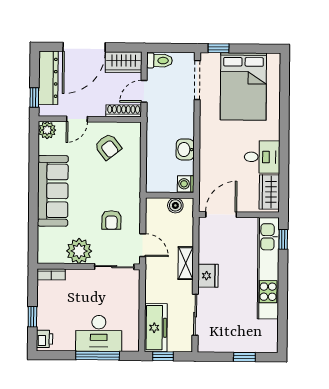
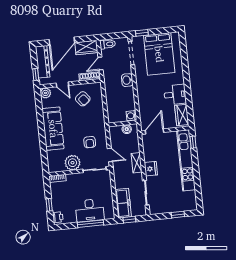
door: (77, 119) -> (62, 84), hinge flipped
washbasin: (185, 149) -> (127, 80), moved

